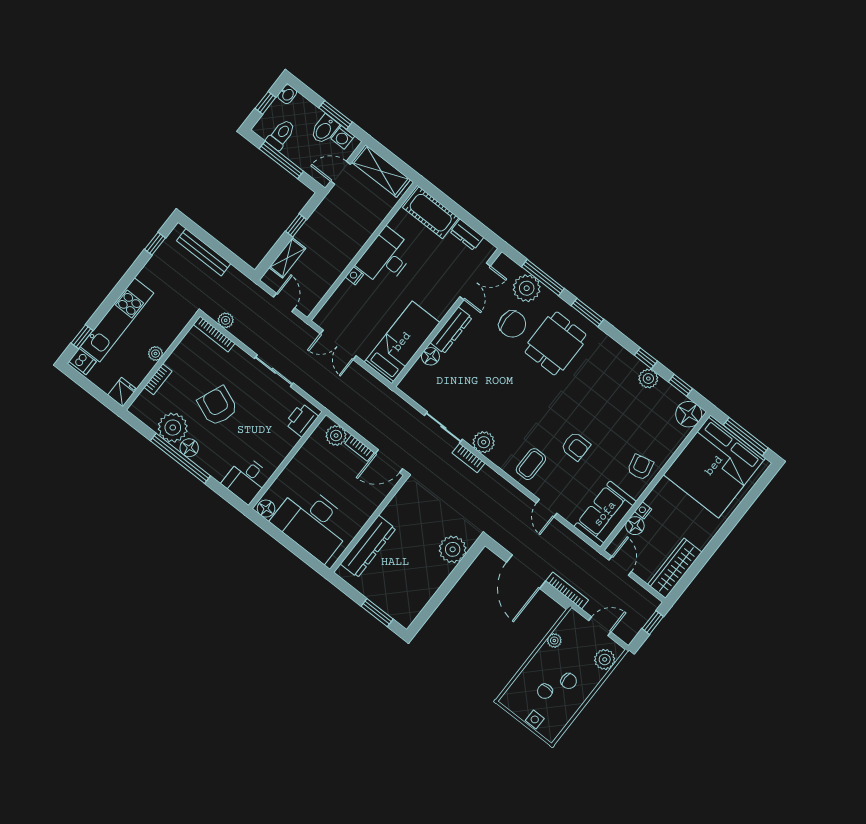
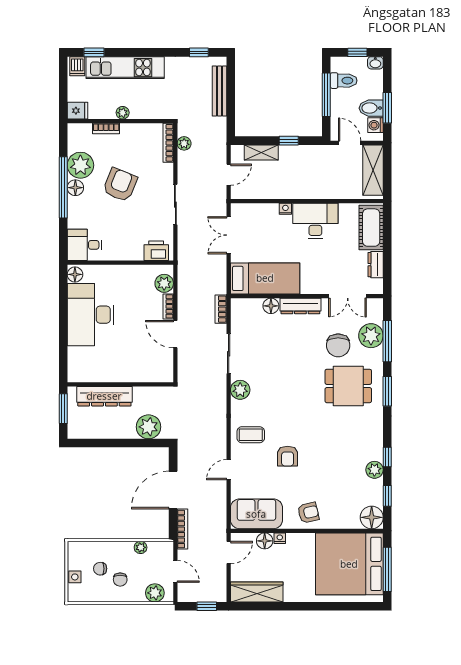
bookcase: (469, 458) -> (221, 309), moved
wall: (369, 524) -> (120, 384), moved
dresser: (368, 546) -> (104, 396), moved

